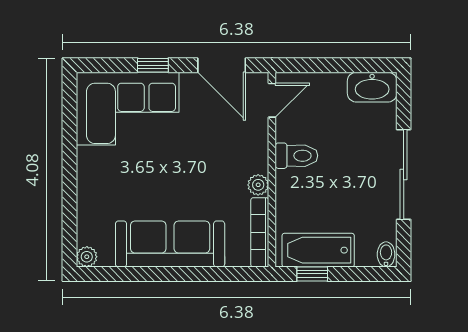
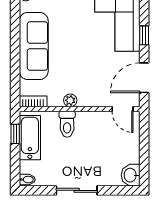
washbasin: (372, 87) -> (131, 175), width x0.72
toilet: (296, 156) -> (67, 124), moved
sliding door: (404, 174) -> (77, 190), width x0.73
bookcase: (260, 232) -> (33, 101), width x0.64

